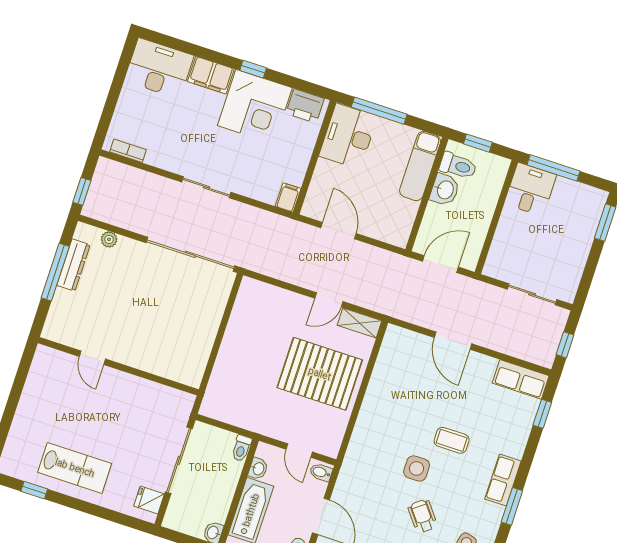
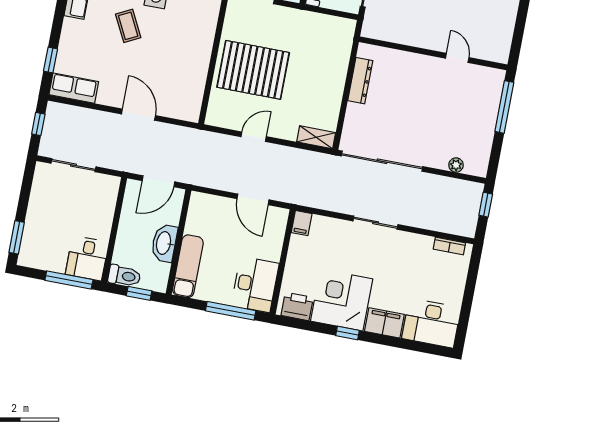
toilet: (458, 166) -> (124, 276), moved, turned 180
washbasin: (445, 190) -> (164, 243), width x1.38
dresser: (73, 265) -> (360, 81), moved, turned 180
window: (55, 272) -> (504, 107), moved
shelving: (360, 323) -> (316, 137), moved
coffee table: (452, 440) -> (128, 26), turned 63

